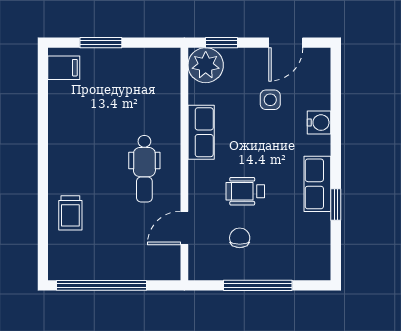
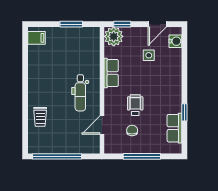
window: (101, 43) -> (71, 24), moved
water cooler: (319, 123) -> (175, 41), moved
row of seats: (317, 184) -> (174, 128), moved
wheelchair: (245, 191) -> (135, 105), turned 90

